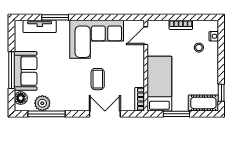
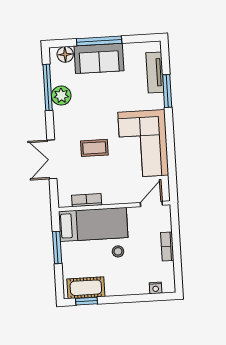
door: (146, 36) -> (151, 204), hinge flipped
stool: (199, 48) -> (118, 251), moved
bookcase: (140, 99) -> (87, 200), moved
plant: (42, 103) -> (61, 96), moved
cot: (203, 103) -> (86, 288), moved, turned 90
double door: (105, 114) -> (52, 159), swing flipped

